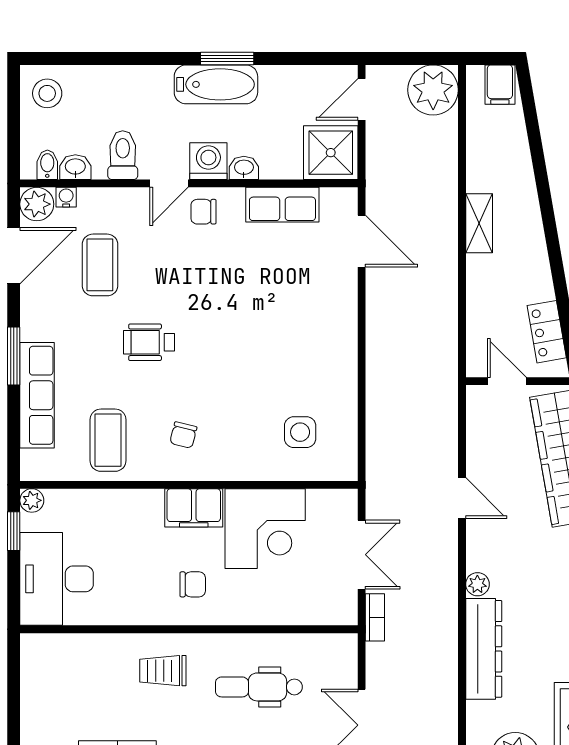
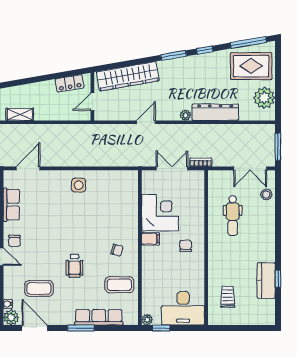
side table: (300, 432) -> (79, 185), moved
filing cabinet: (194, 508) -> (150, 239), width x0.50
trolley: (163, 671) -> (228, 297), moved, turned 180

